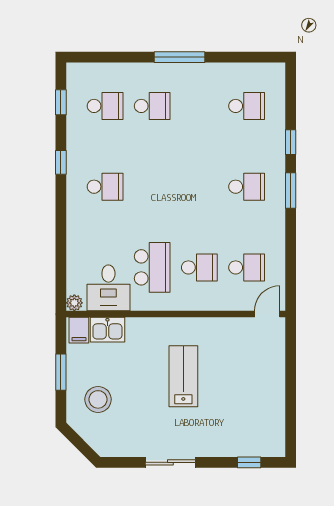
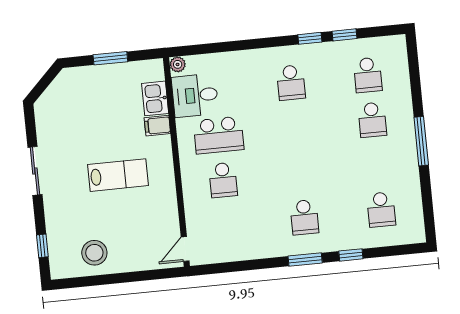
window: (61, 102) -> (344, 35), moved
school desk: (247, 267) -> (228, 225), removed
door: (267, 314) -> (185, 249), swing flipped
filing cabinet: (79, 330) -> (157, 126), moved
stool: (98, 399) -> (94, 253), moved

